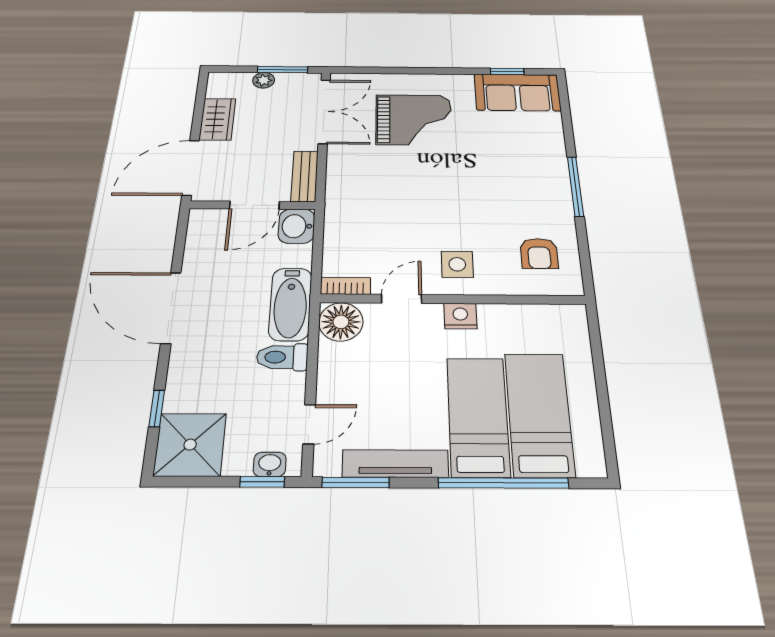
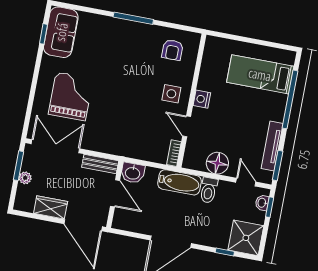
armchair: (539, 253) -> (172, 50), turned 90
floor lamp: (341, 322) -> (217, 163), moved
bed: (478, 416) -> (256, 103), removed

